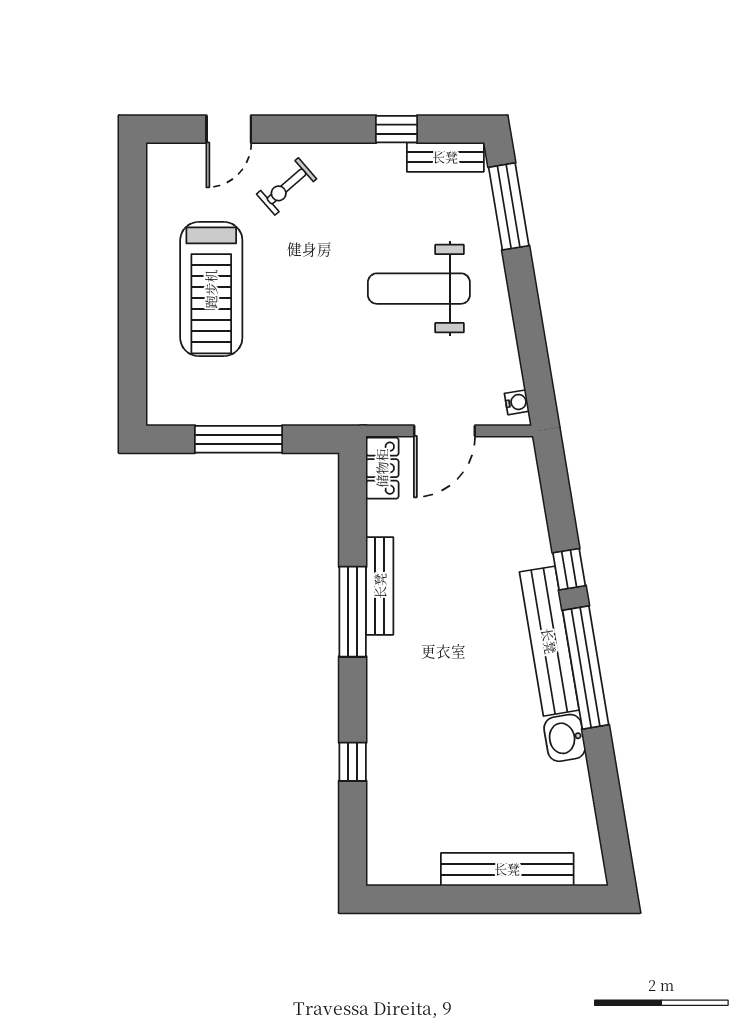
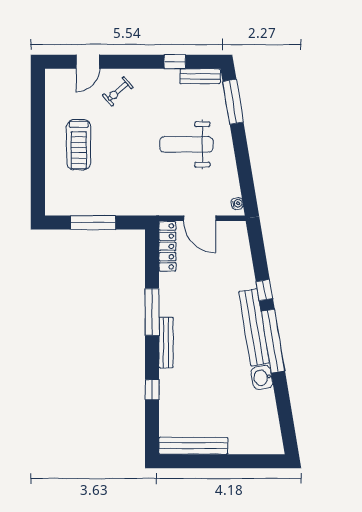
treadmill: (211, 289) -> (79, 145), width x0.73, depth x0.73
door: (444, 431) -> (200, 218), hinge flipped
locker: (382, 468) -> (167, 246), width x1.53
bench: (380, 586) -> (166, 343), moved
bench: (507, 869) -> (193, 446), moved

